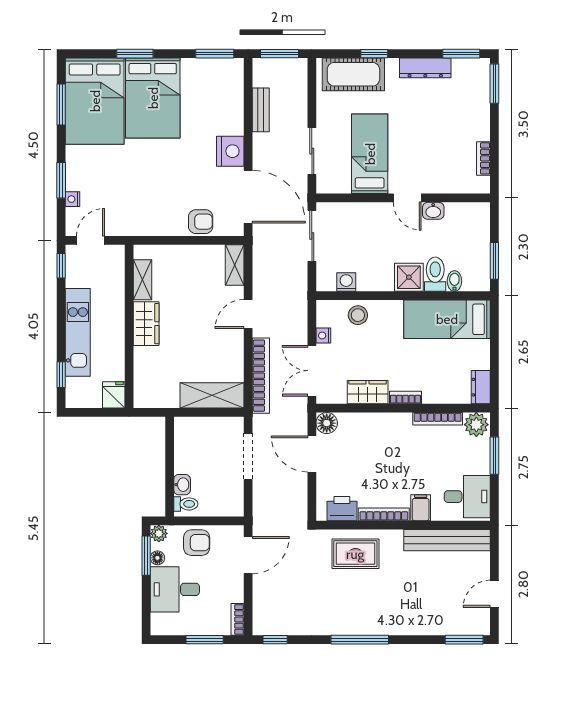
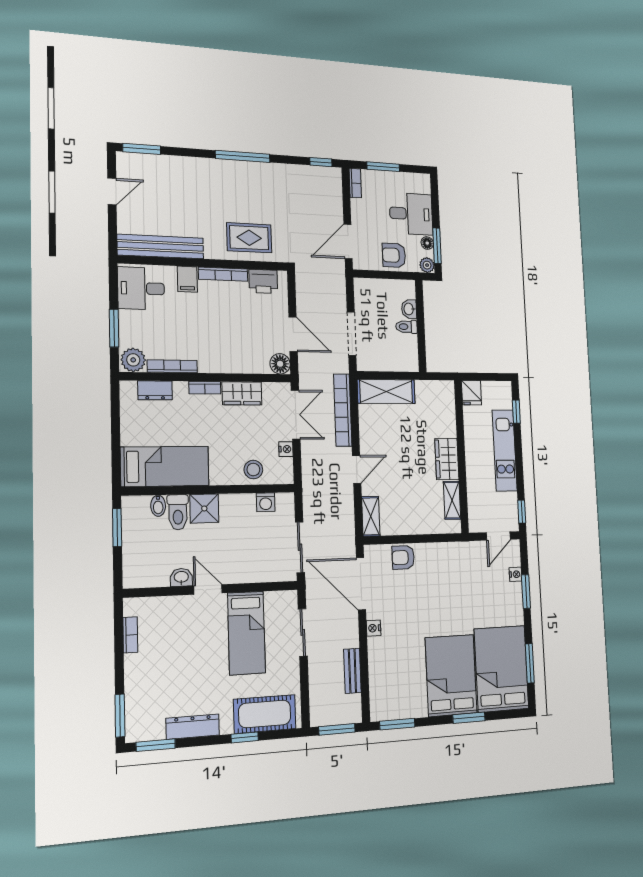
nightstand: (230, 151) -> (374, 628), width x0.53, depth x0.56
dresser: (481, 387) -> (155, 390), moved, turned 90
toilet: (186, 504) -> (407, 327), moved

